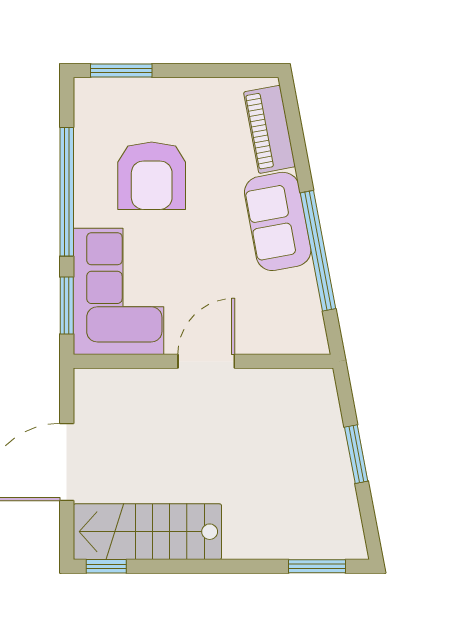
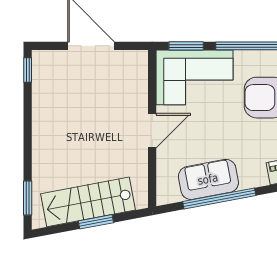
sofa: (278, 221) -> (208, 179), moved
door: (206, 361) -> (152, 131), hinge flipped
stairs: (147, 532) -> (88, 202), moved, turned -101

